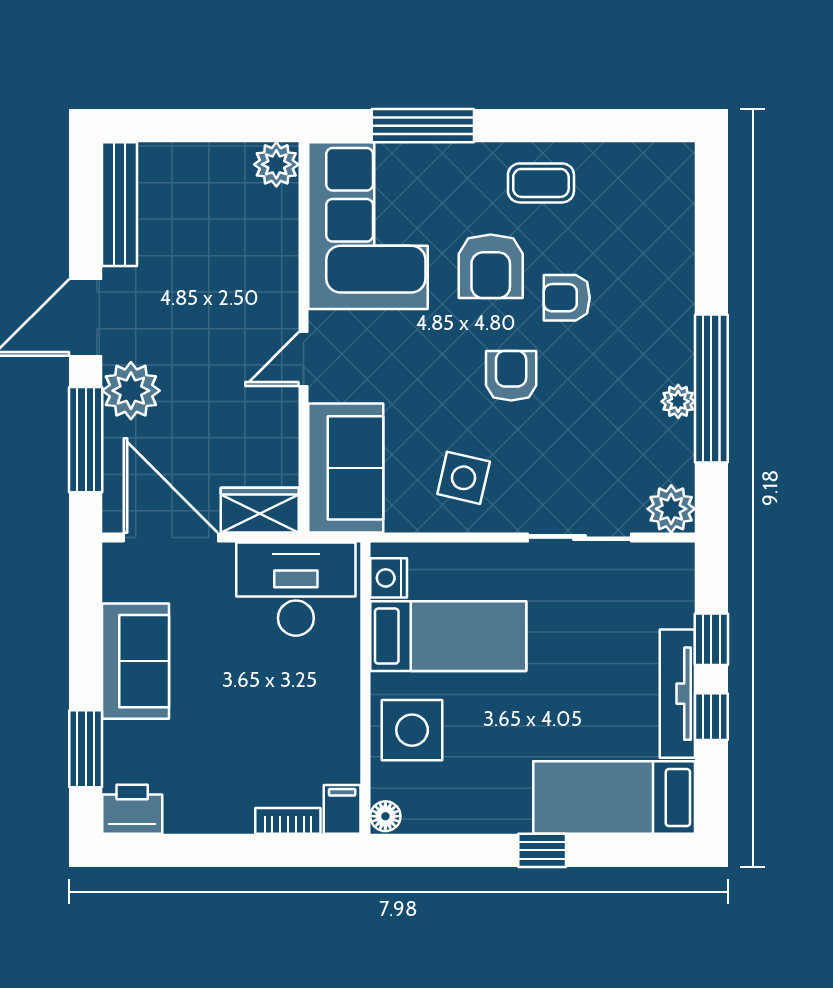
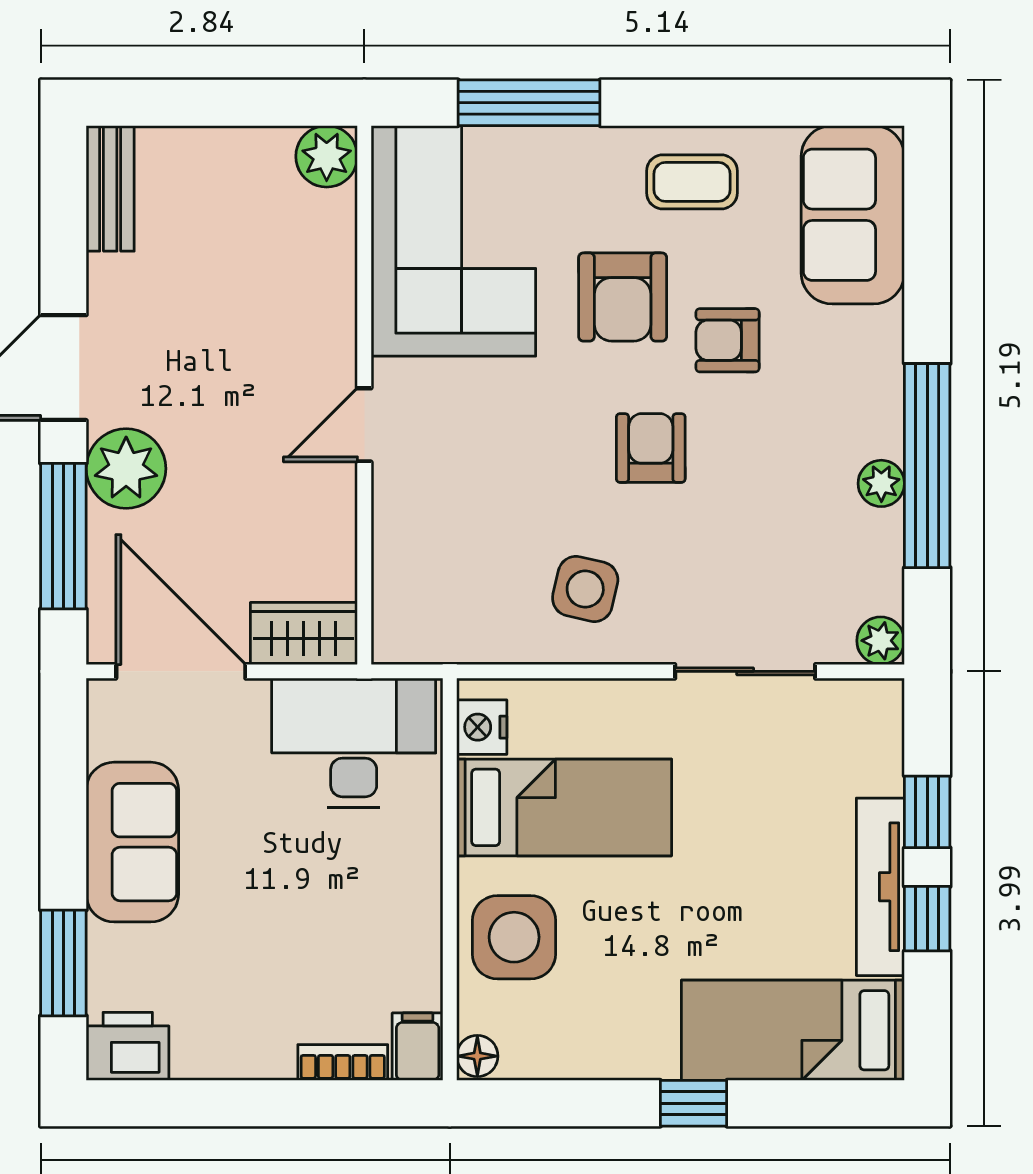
bench: (119, 204) -> (110, 188), width x0.73
sofa: (346, 468) -> (853, 215), moved, turned 180
plant: (671, 509) -> (881, 641), width x0.73, depth x0.73

